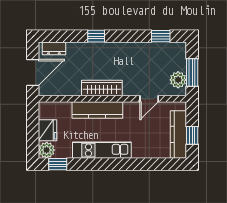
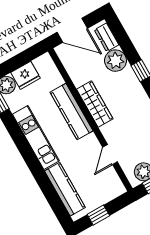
plant: (77, 52) -> (115, 61), added
door: (149, 99) -> (110, 155), hinge flipped
kitchen counter: (178, 134) -> (65, 189), moved, turned 90

